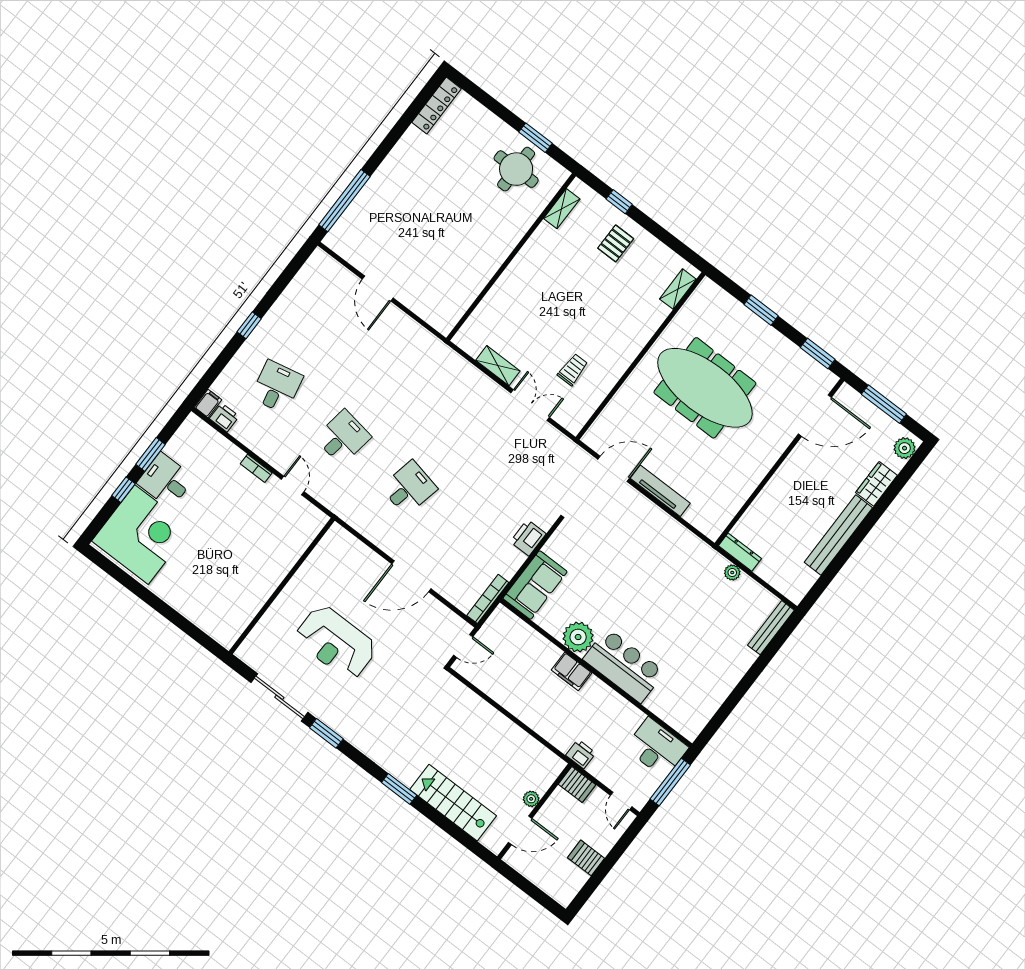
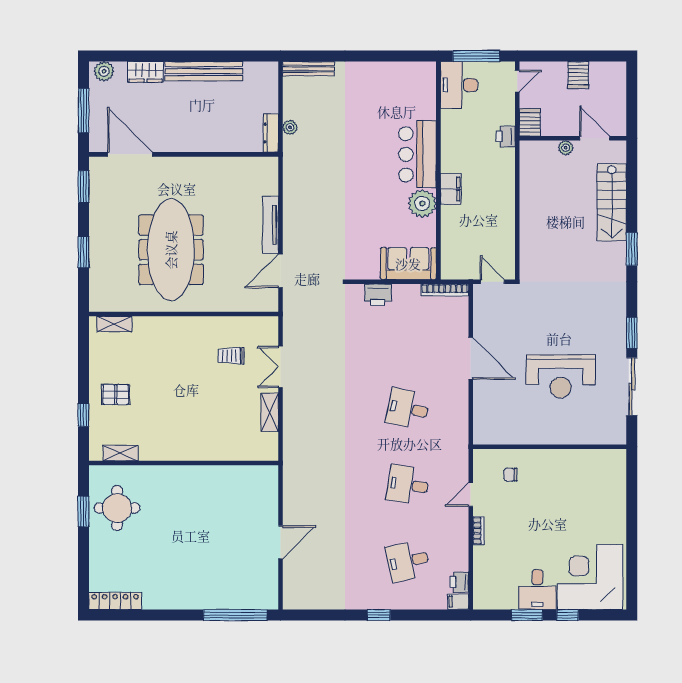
door: (614, 469) -> (281, 271), hinge flipped
chair: (284, 533) -> (510, 475), added
reception desk: (336, 643) -> (561, 376), turned 90

